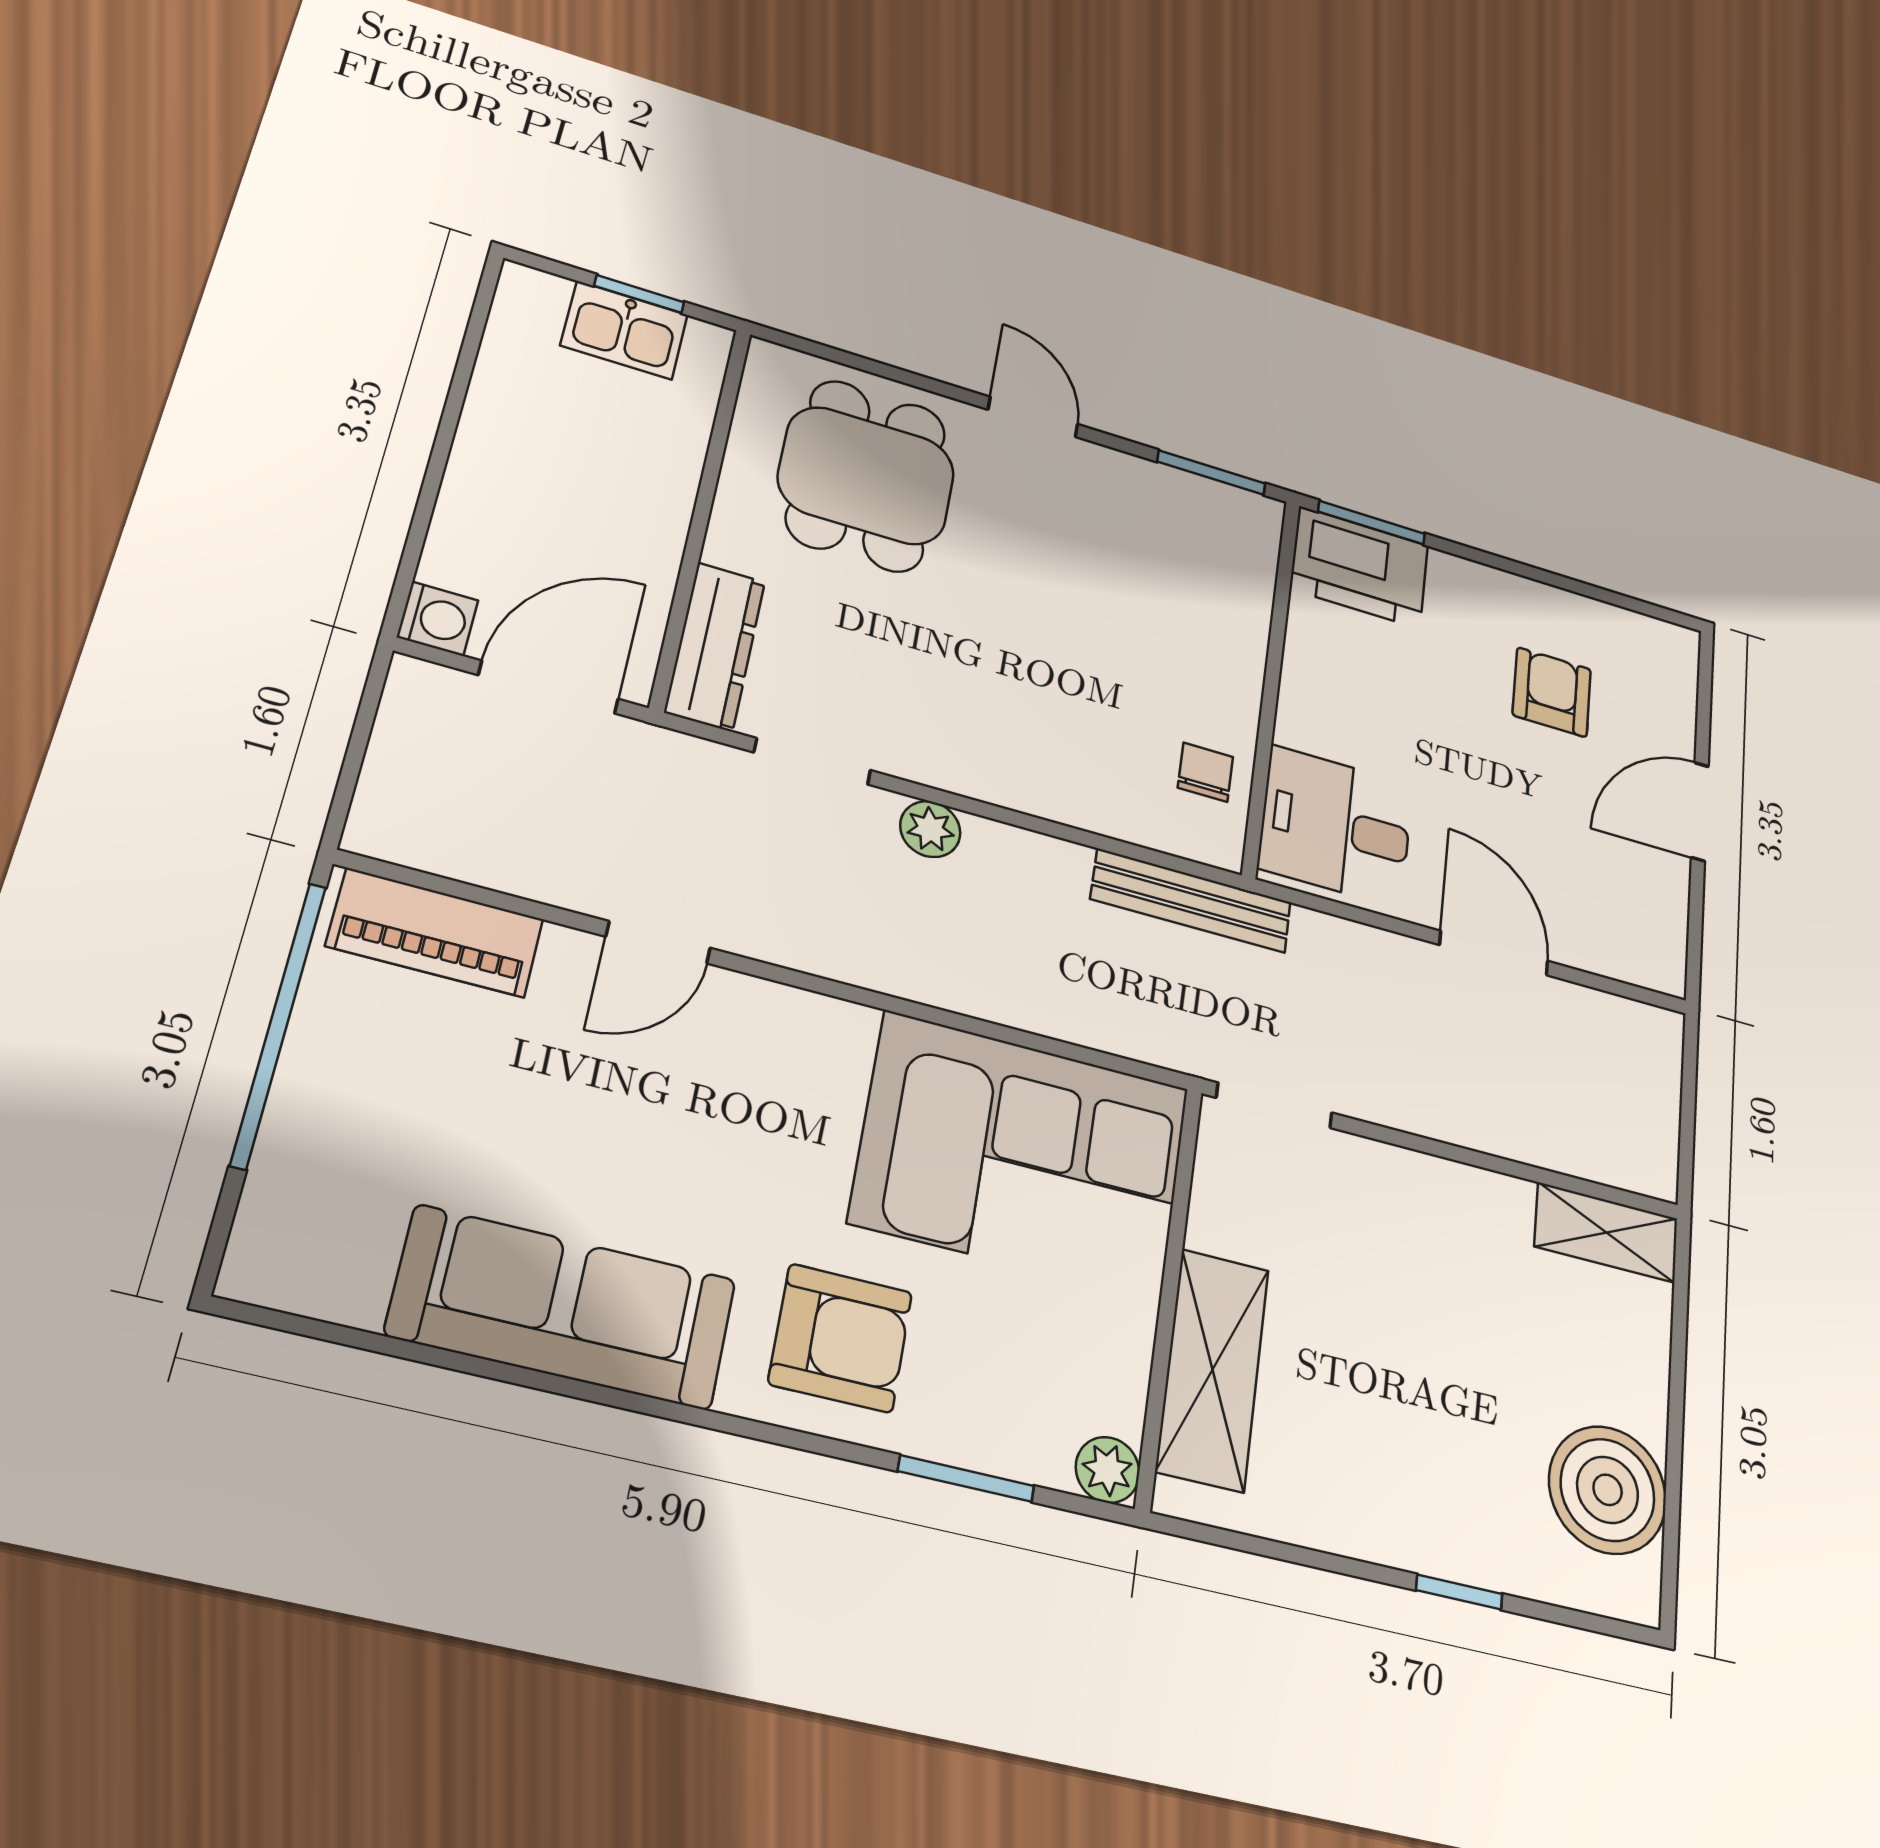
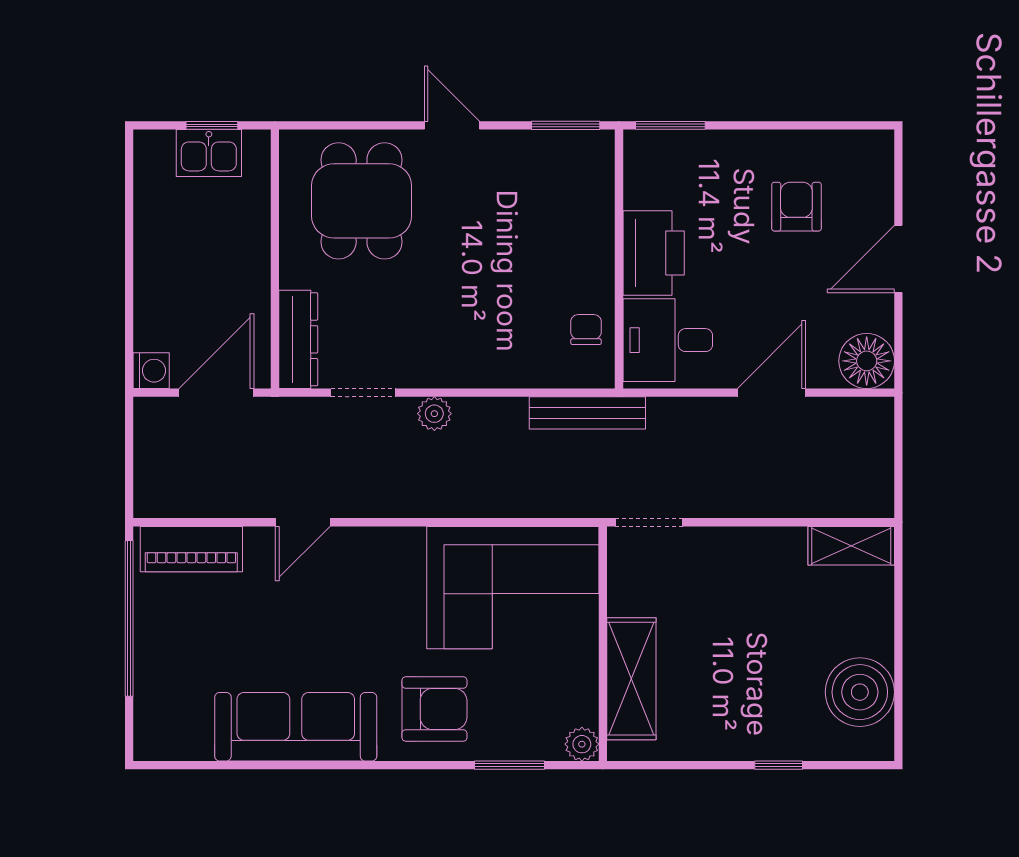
printer: (1359, 567) -> (654, 253), moved, turned -90
floor lamp: (1645, 947) -> (867, 361), added
door: (1494, 953) -> (771, 393), hinge flipped

